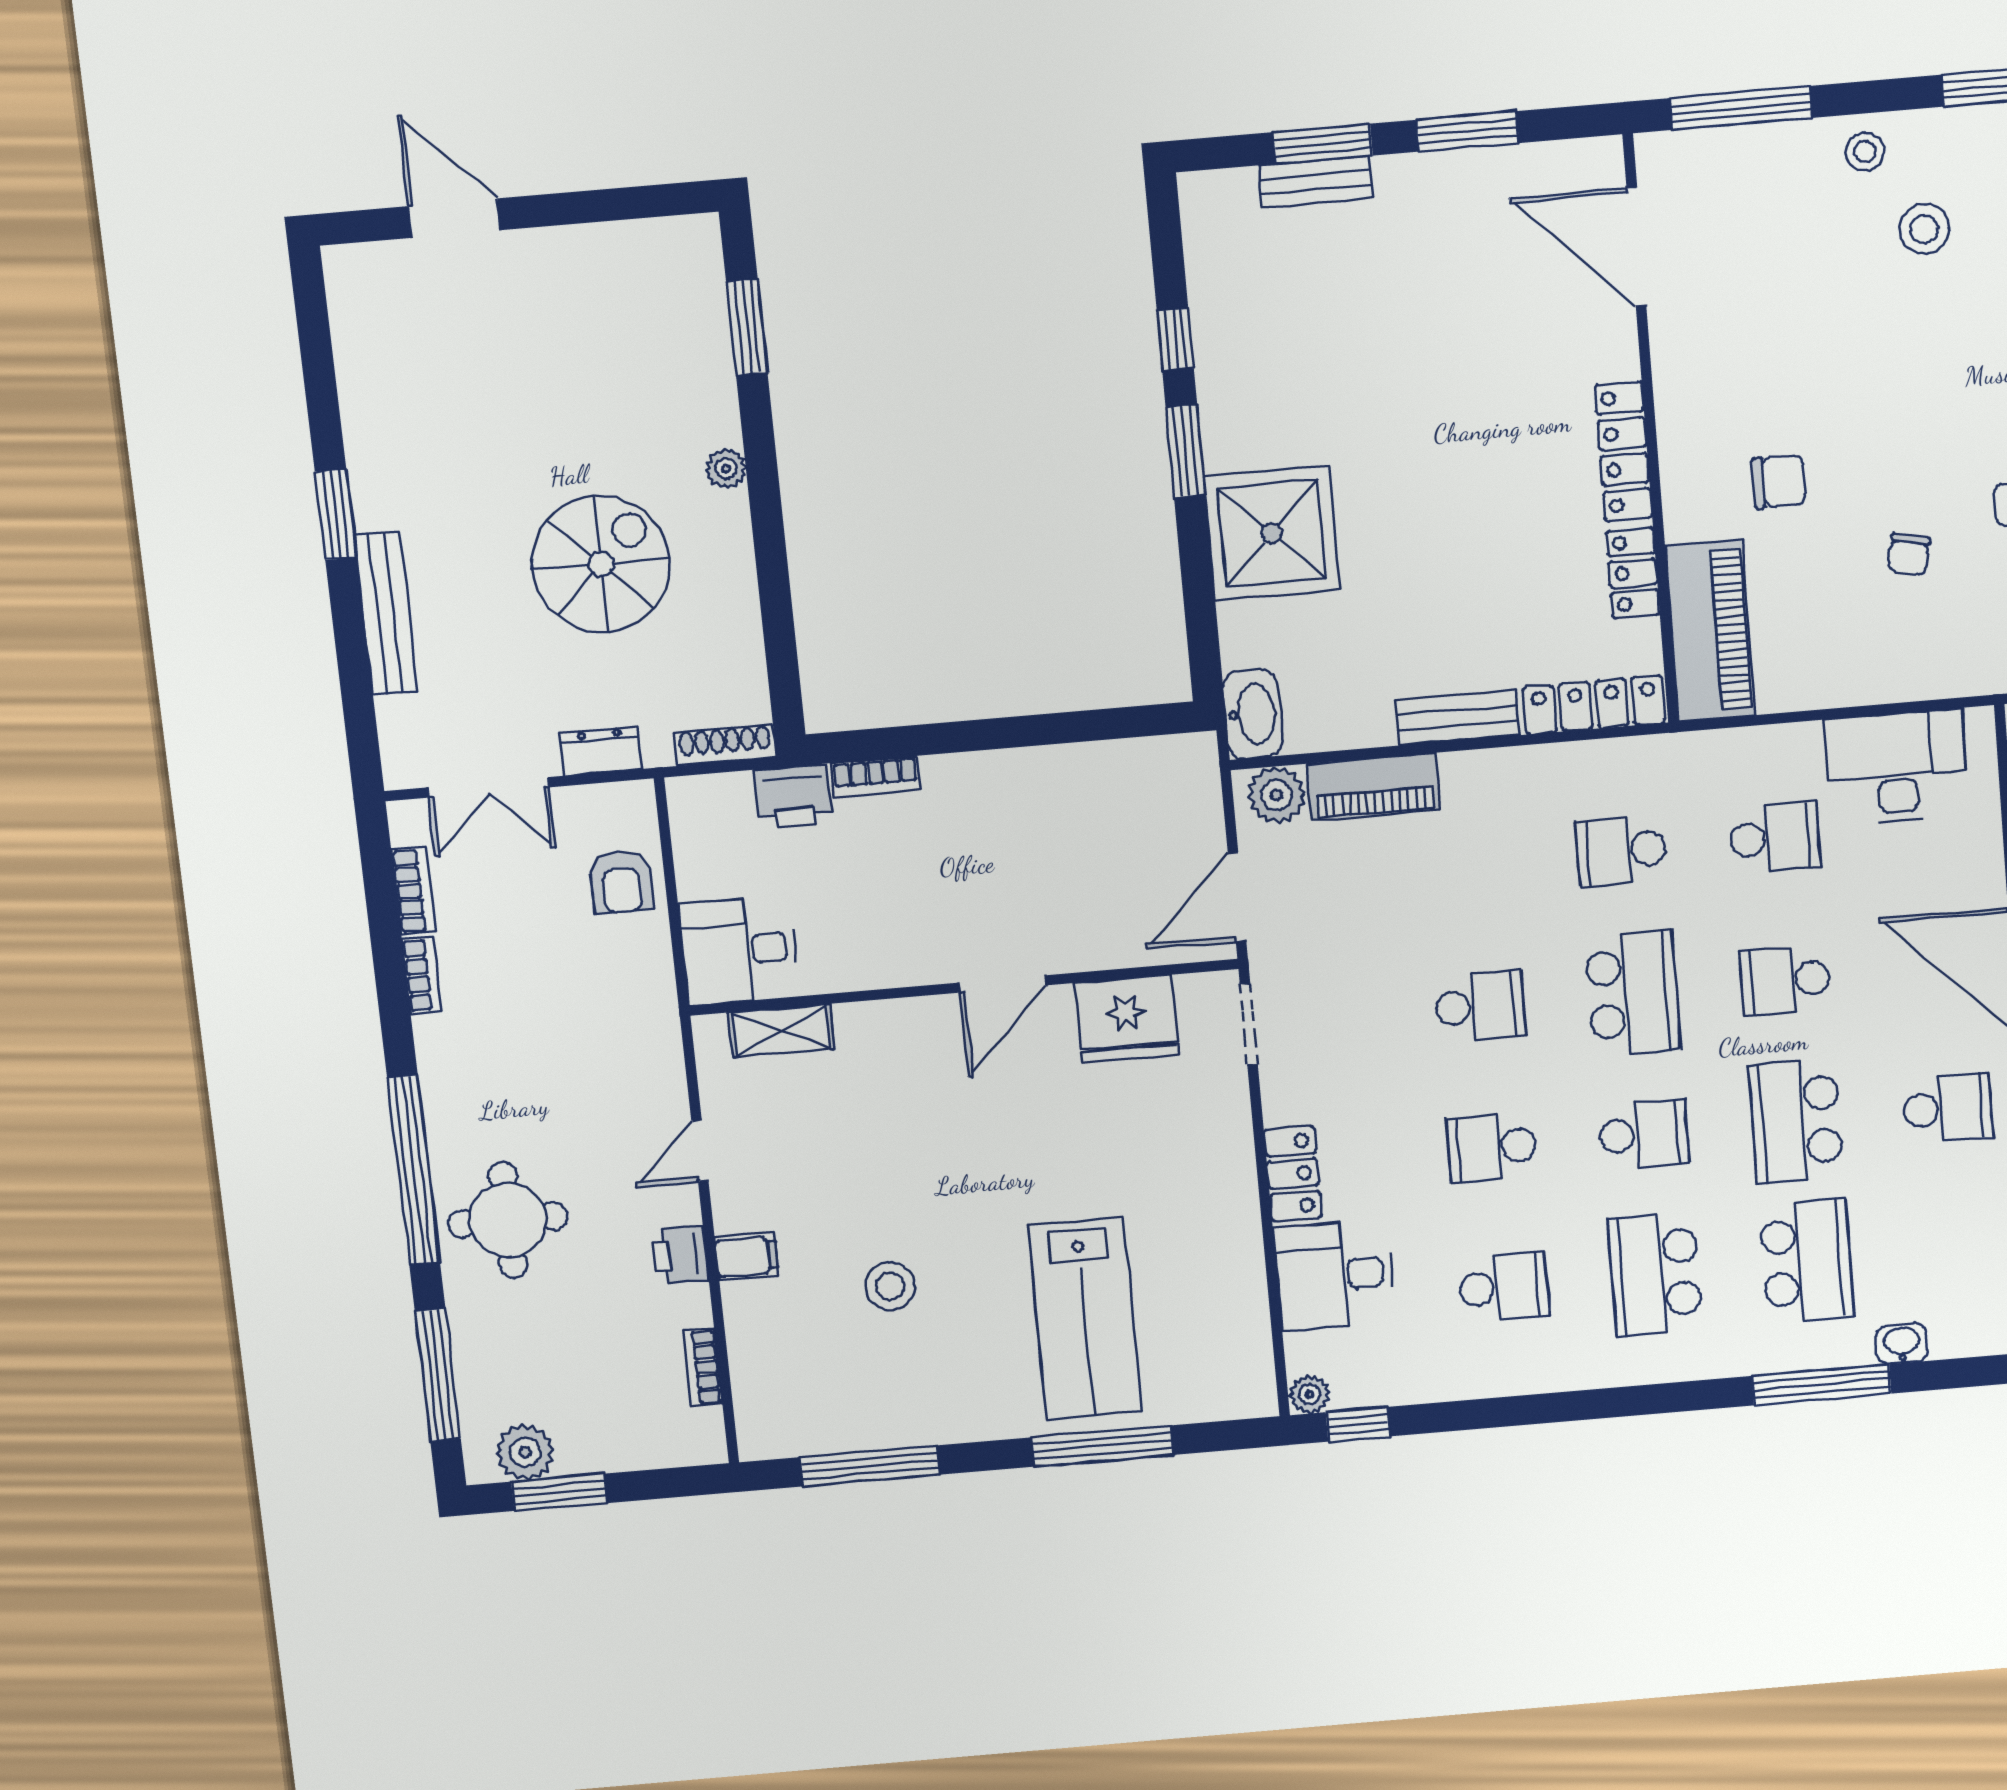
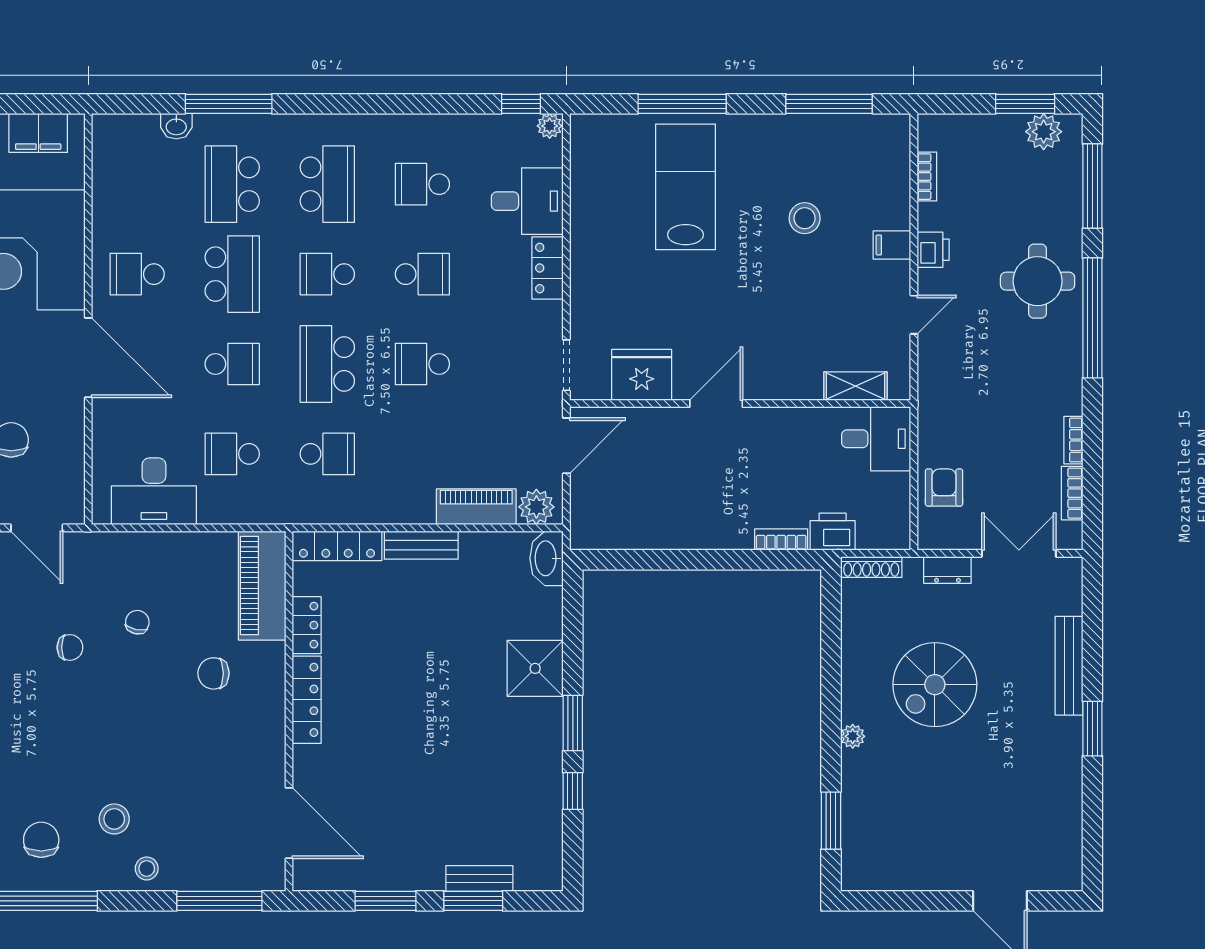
shower: (1272, 533) -> (535, 668), width x0.73, depth x0.73

